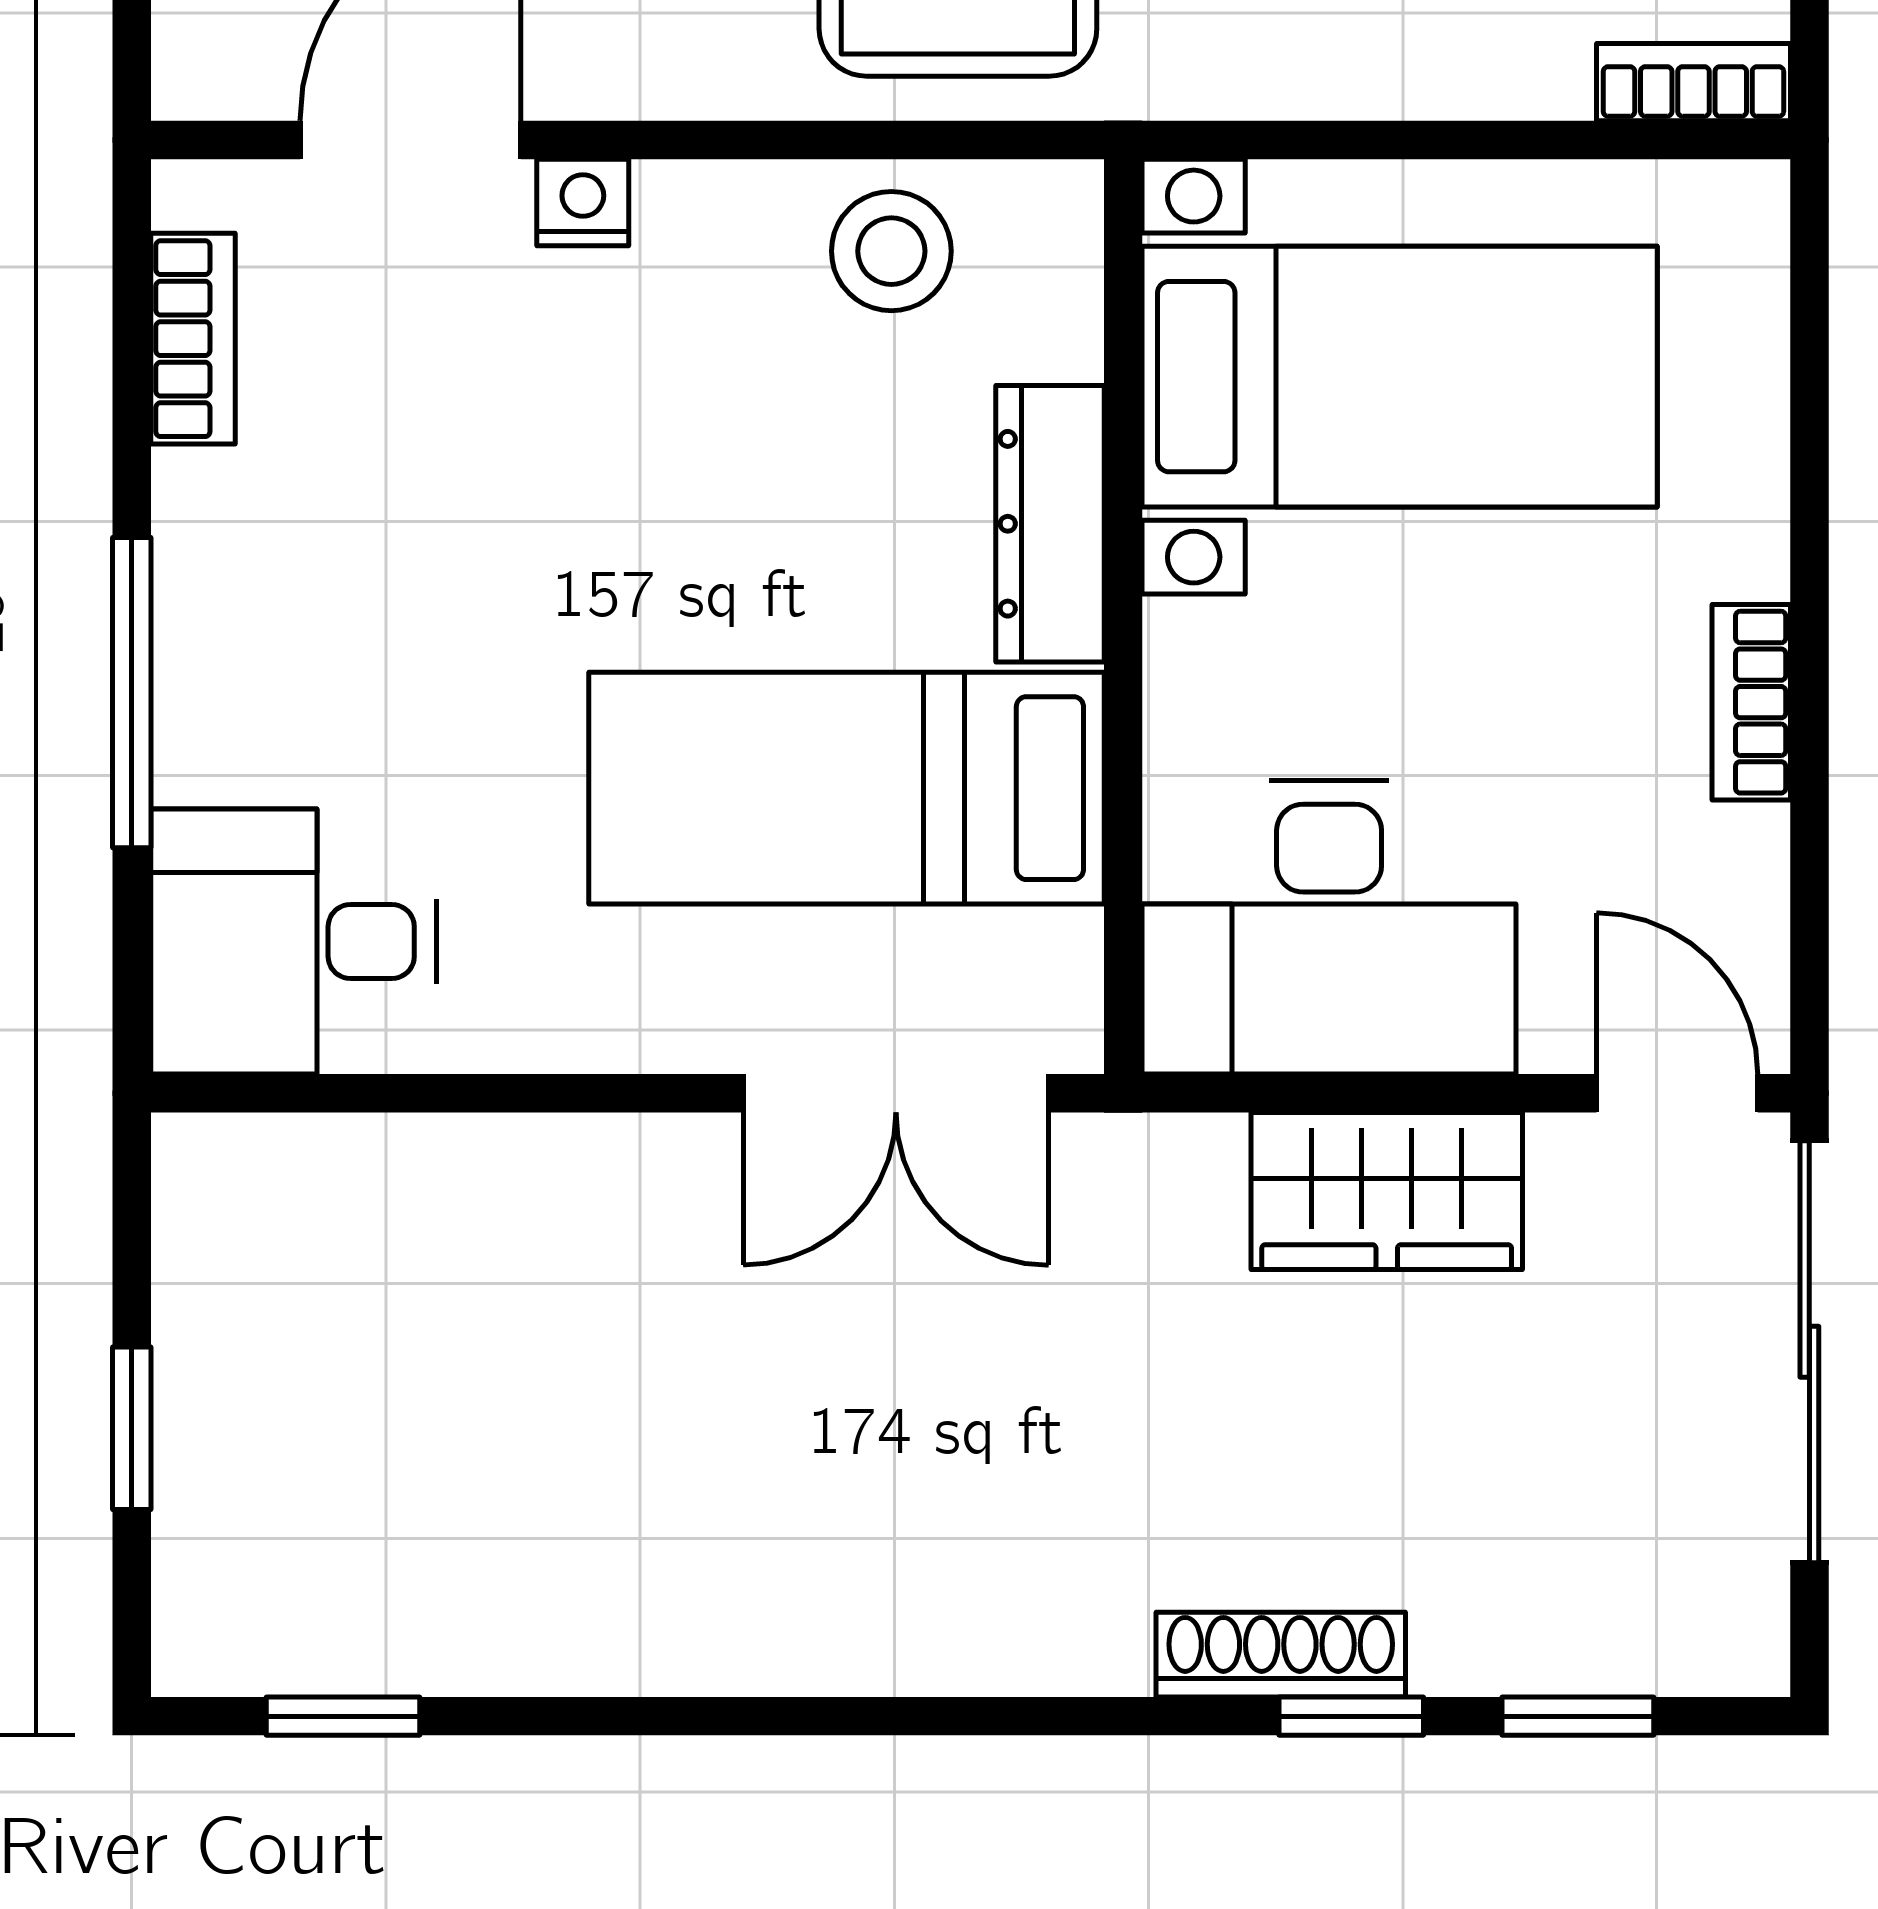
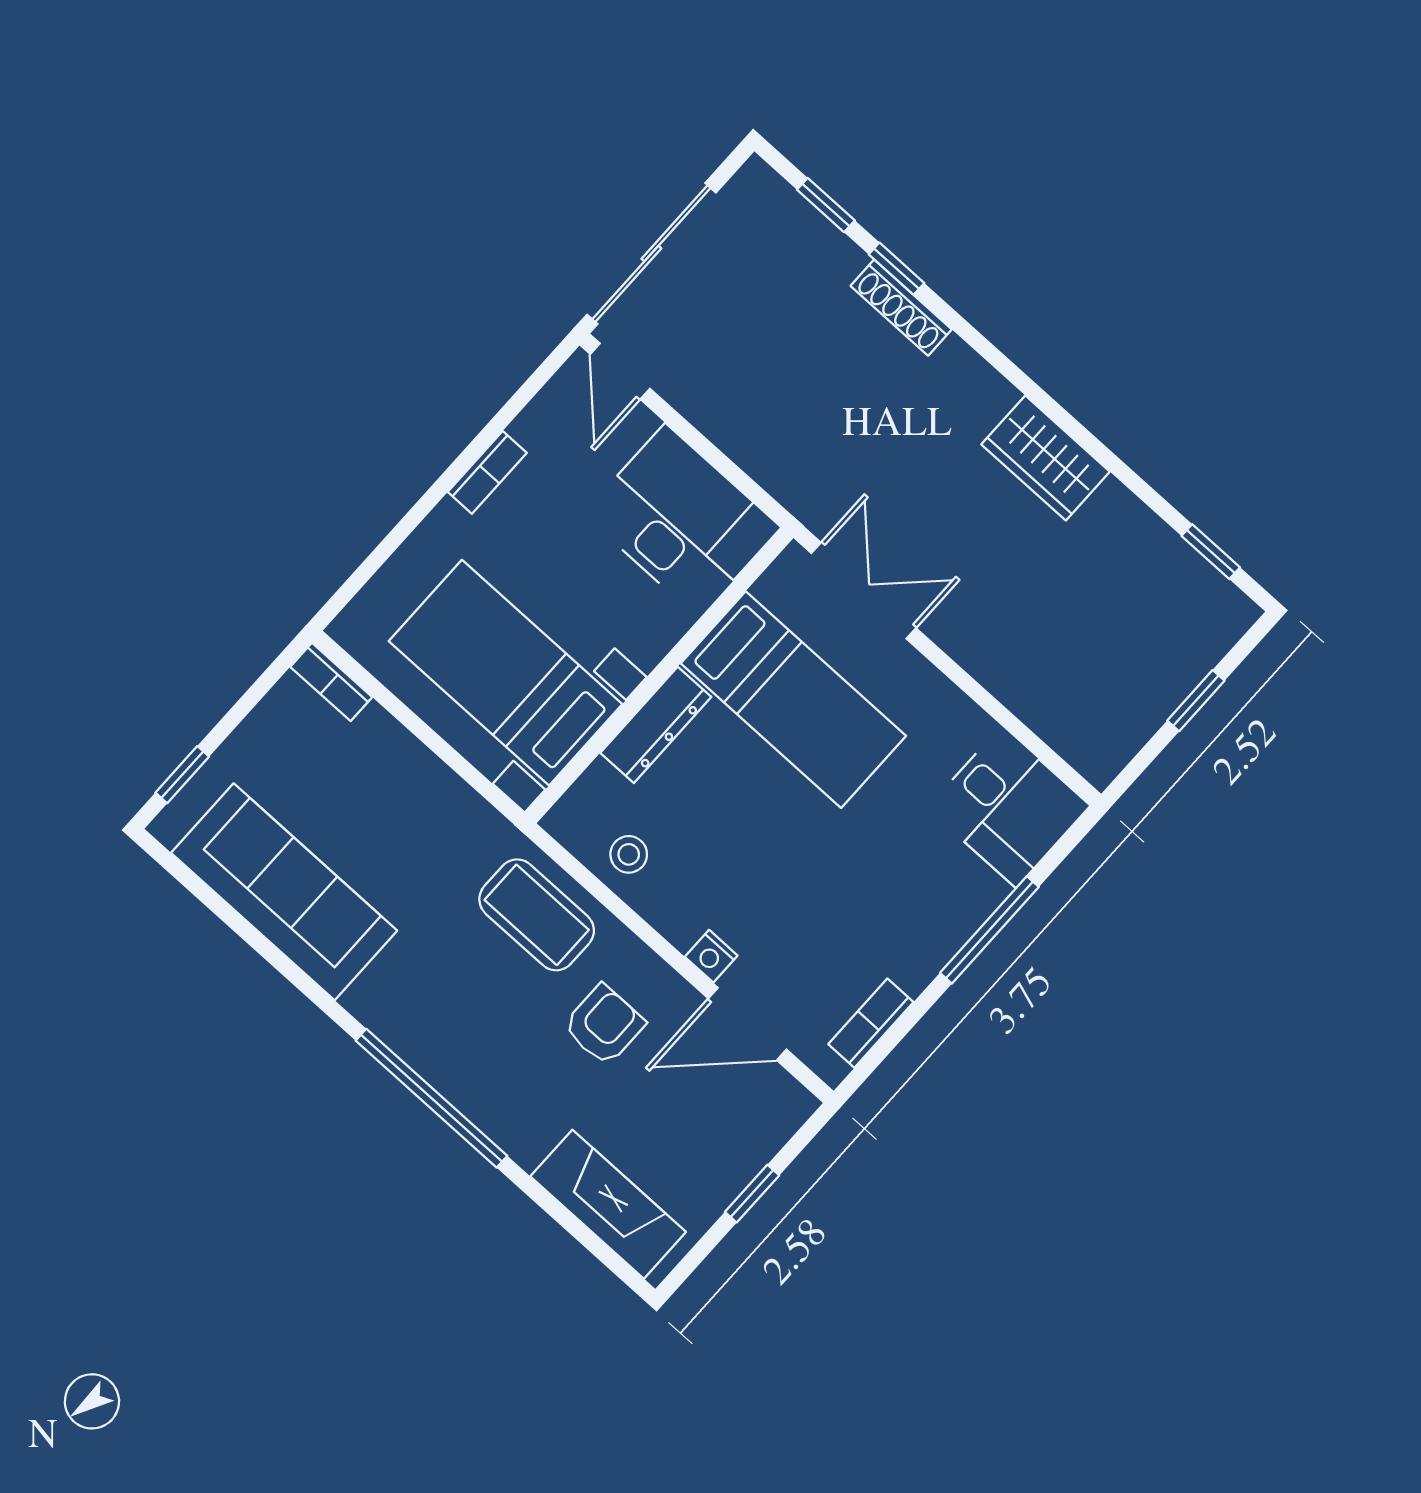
stool: (891, 251) -> (629, 854), width x0.73, depth x0.73
wardrobe: (1387, 1191) -> (1046, 458), moved, turned 180

